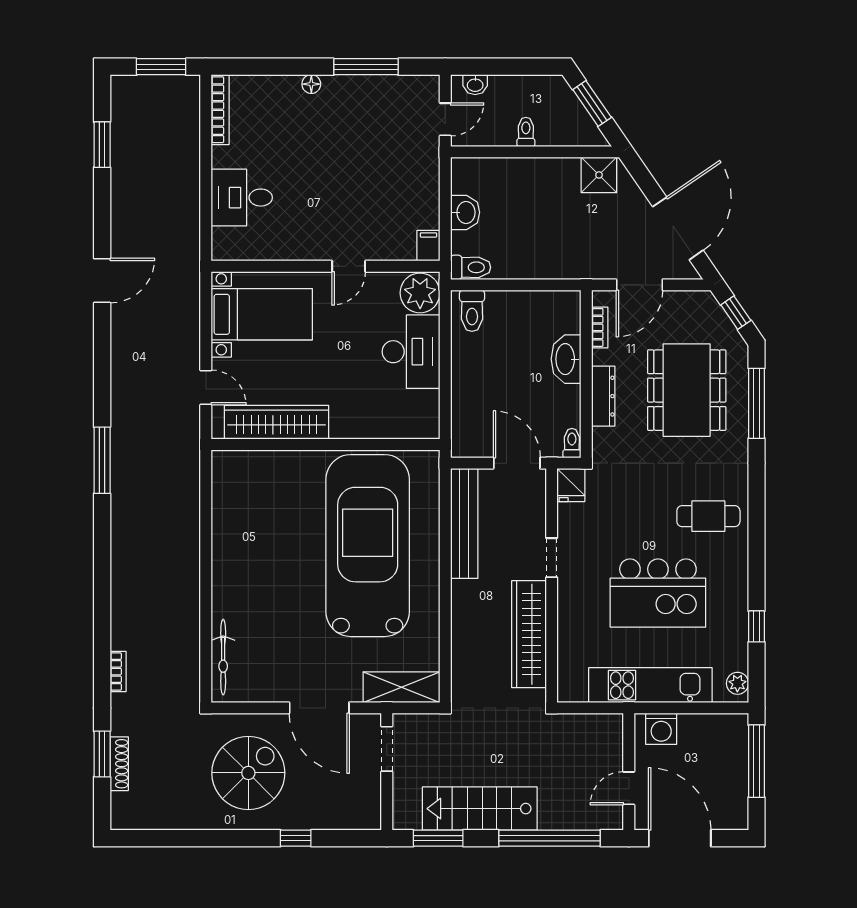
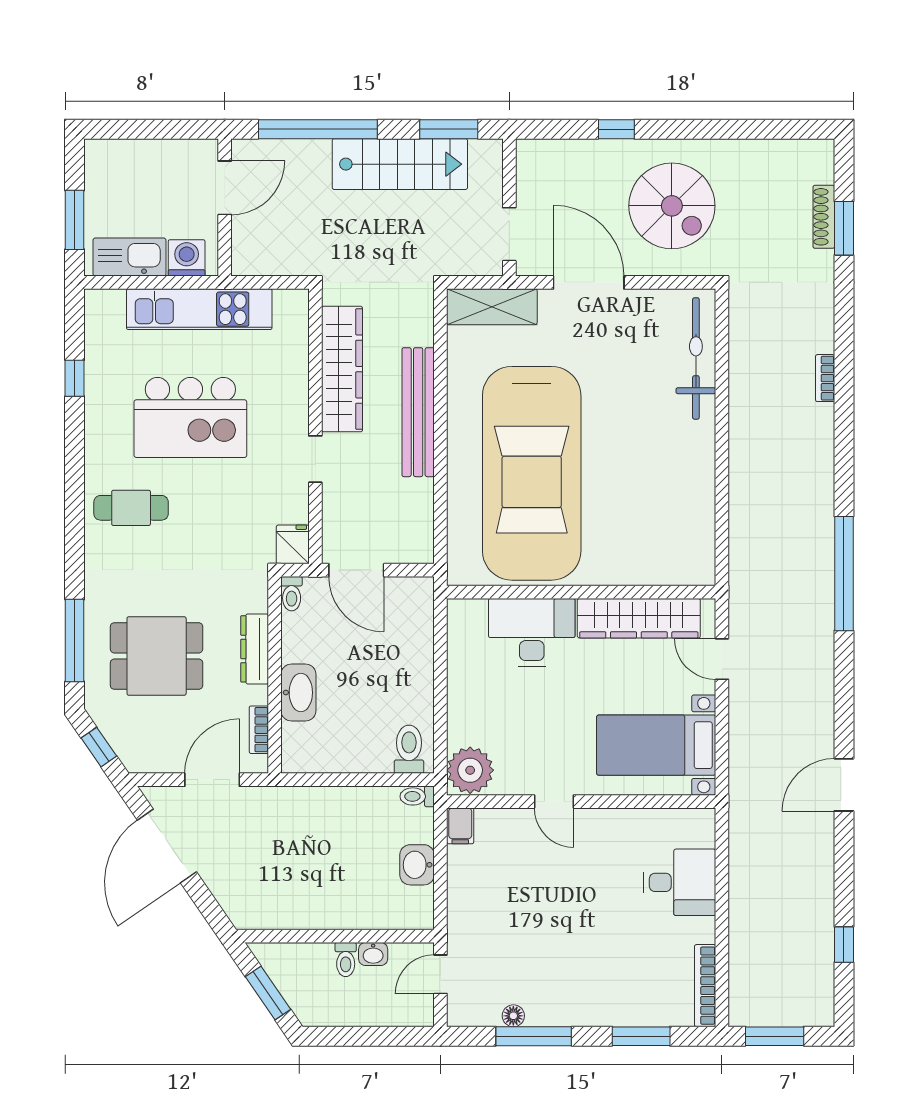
window: (275, 67) -> (641, 1036), added
floor lamp: (311, 84) -> (513, 1016), moved
washbasin: (475, 85) -> (373, 954), moved, turned 180
window: (102, 145) -> (844, 945), width x0.67
shower: (599, 175) -> (260, 909), removed
door: (349, 266) -> (554, 802), swing flipped
toilet: (471, 267) -> (417, 796), width x0.73, depth x0.72
desk: (411, 352) -> (532, 632), moved, turned 90
dining table: (687, 390) -> (157, 656), width x0.73
window: (102, 460) -> (844, 574), width x1.46
bench: (464, 523) -> (418, 412), moved
kitchen island: (658, 593) -> (190, 417), turned 180
bicycle: (223, 657) -> (696, 358), width x1.37, depth x1.40
bookcase: (118, 672) -> (825, 378), moved
plant: (737, 683) -> (97, 311), removed
kitchen sink: (710, 729) -> (130, 257), added
window: (756, 761) -> (75, 220), width x0.69
spiral stairs: (248, 773) -> (672, 206), turned -90
door: (629, 788) -> (225, 188), width x1.38
door: (680, 838) -> (165, 129), removed

